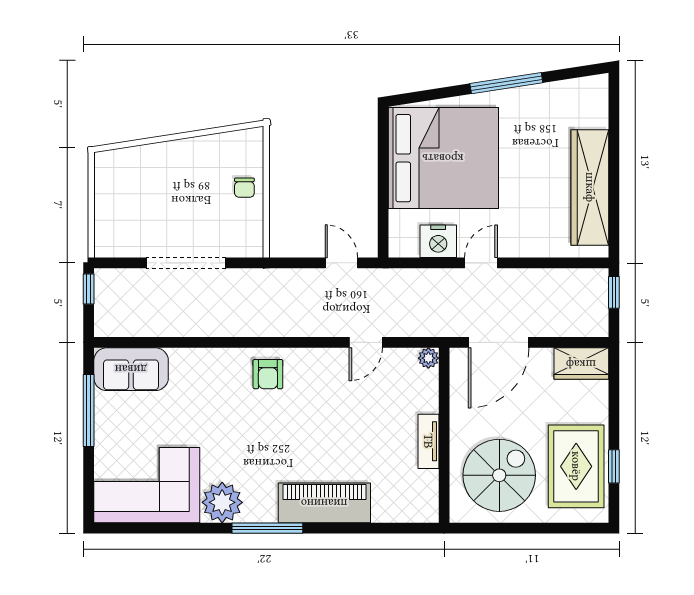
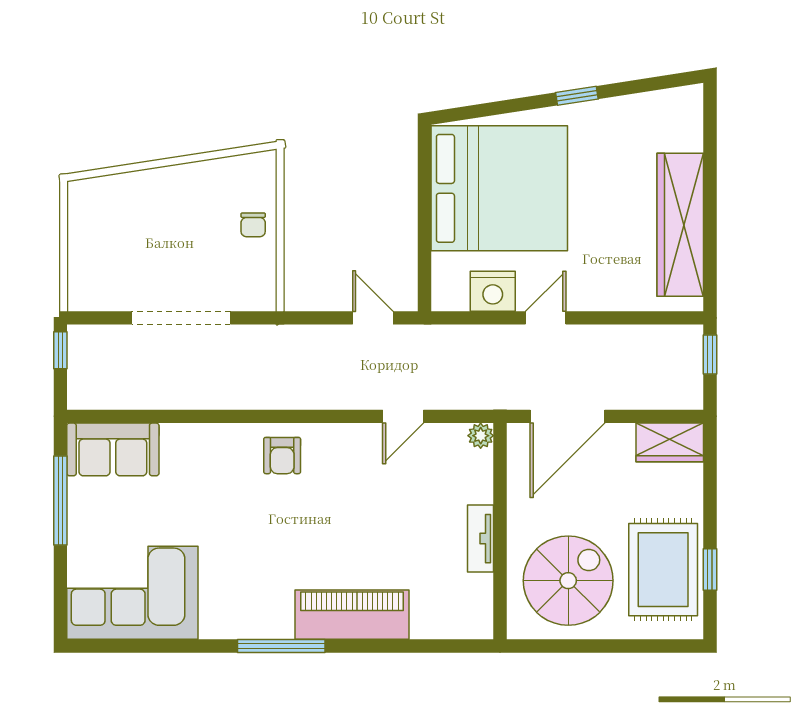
window: (506, 83) -> (577, 96), width x0.46
plant: (222, 502) -> (226, 614), removed

